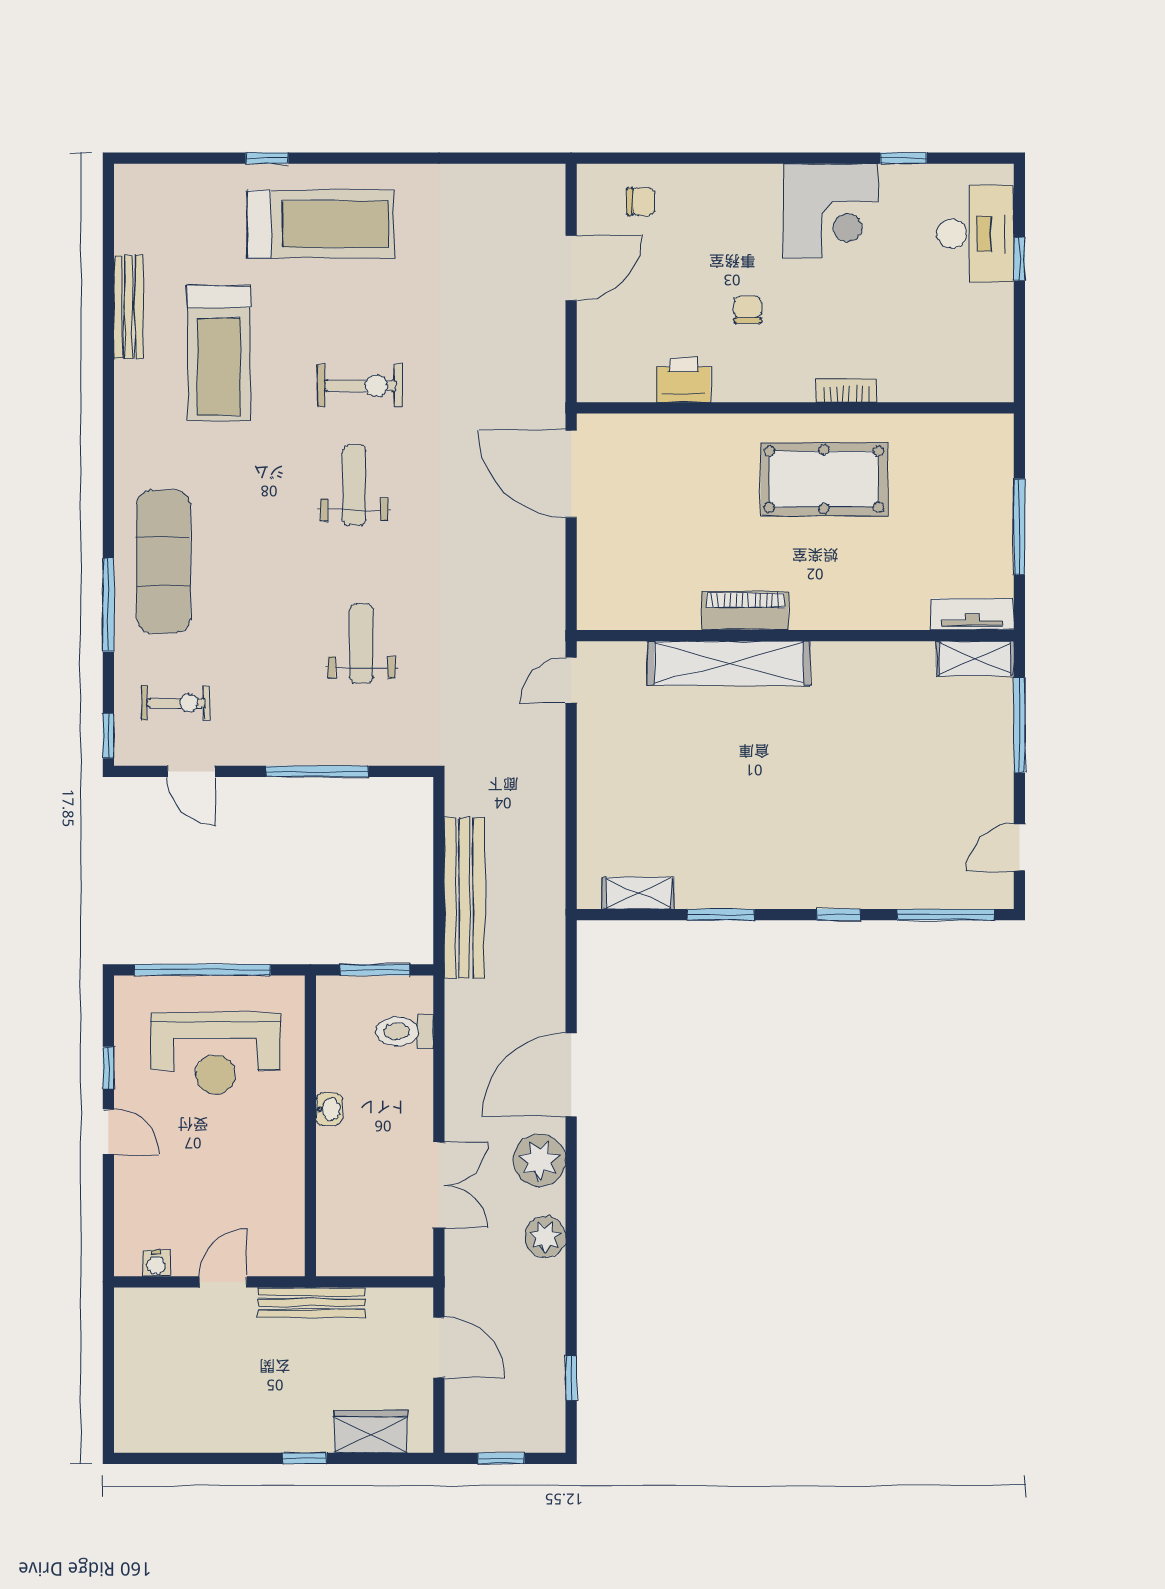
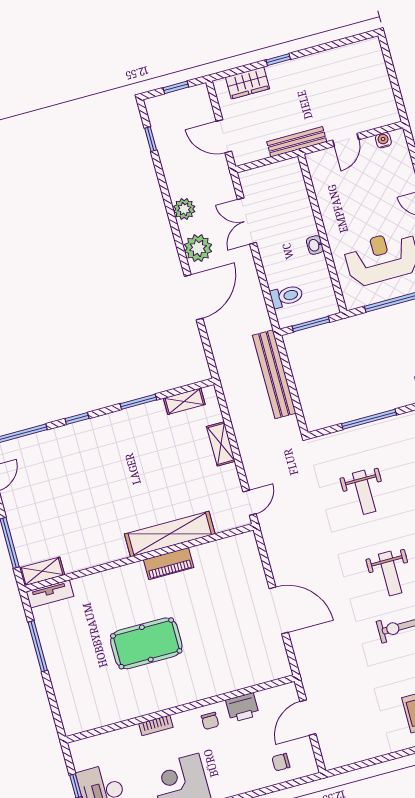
printer: (683, 380) -> (242, 708), moved
bookcase: (847, 390) -> (156, 725), moved
wall: (795, 408) -> (180, 709), moved
shelving: (594, 799) -> (221, 444), added

